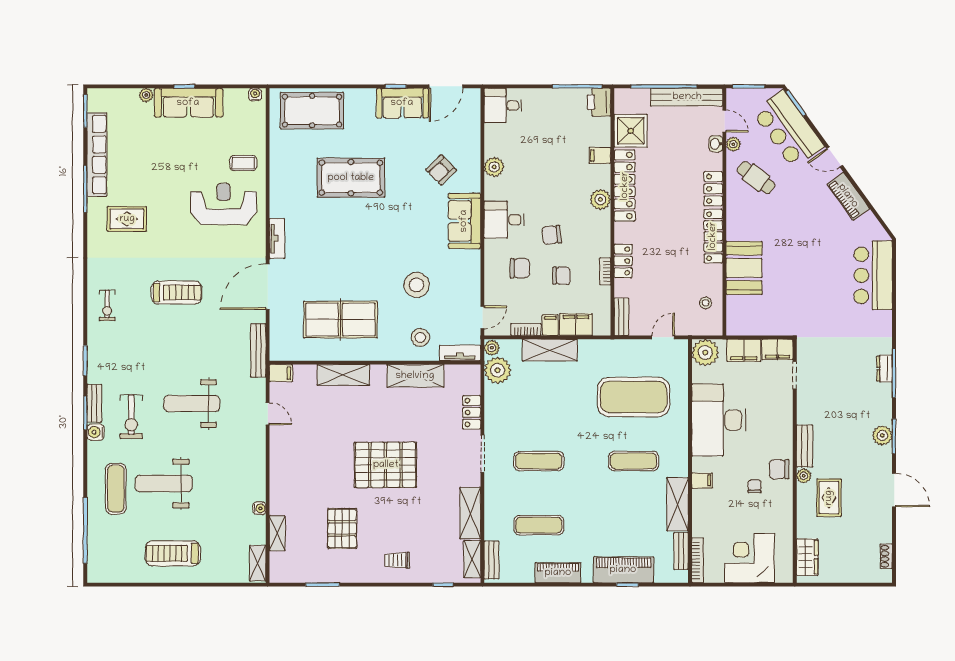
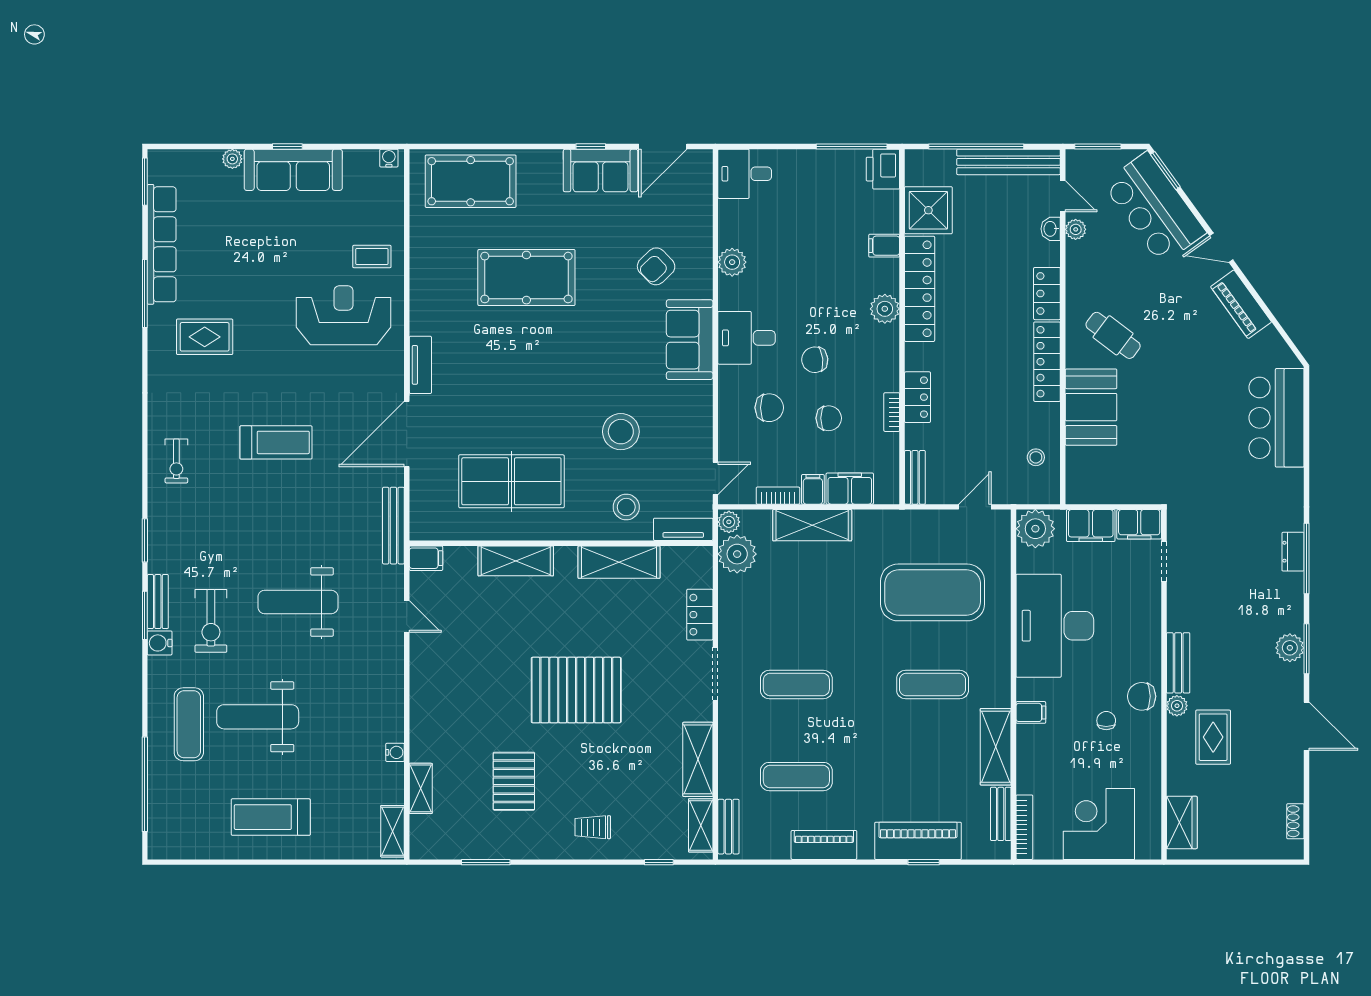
cafe table: (756, 178) -> (1113, 335), moved

